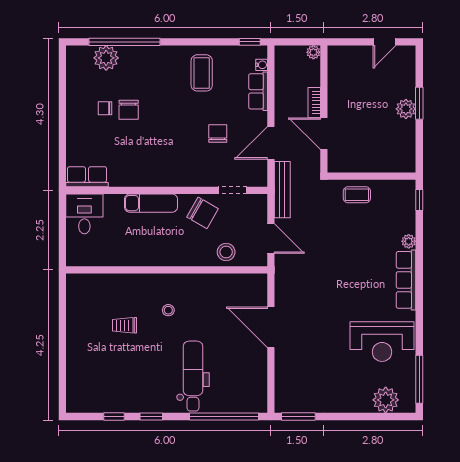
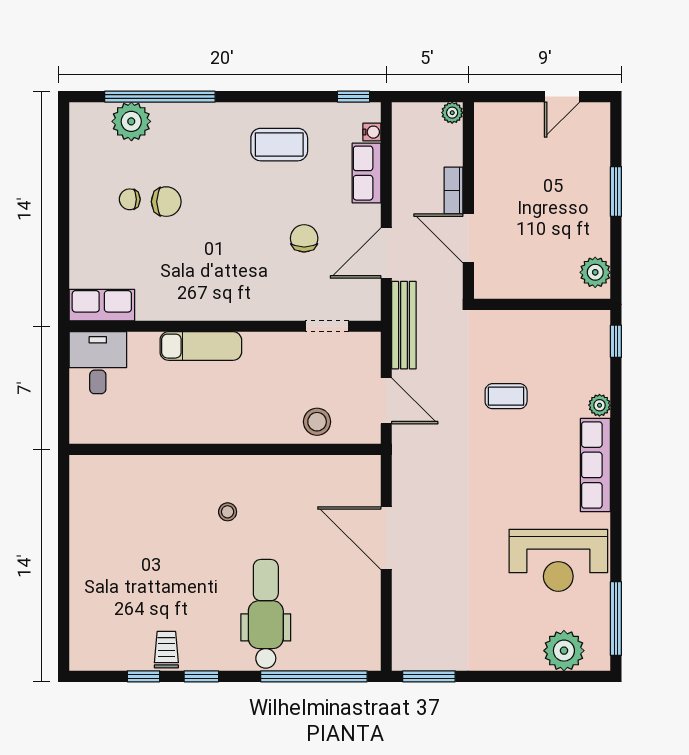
coffee table: (202, 73) -> (279, 145), turned 90
plant: (406, 109) -> (595, 272), moved
chair: (129, 110) -> (166, 202), turned -90
coffee table: (357, 195) -> (506, 396), moved
chair: (203, 213) -> (281, 361), removed
trolley: (124, 325) -> (166, 650), moved, turned 90

